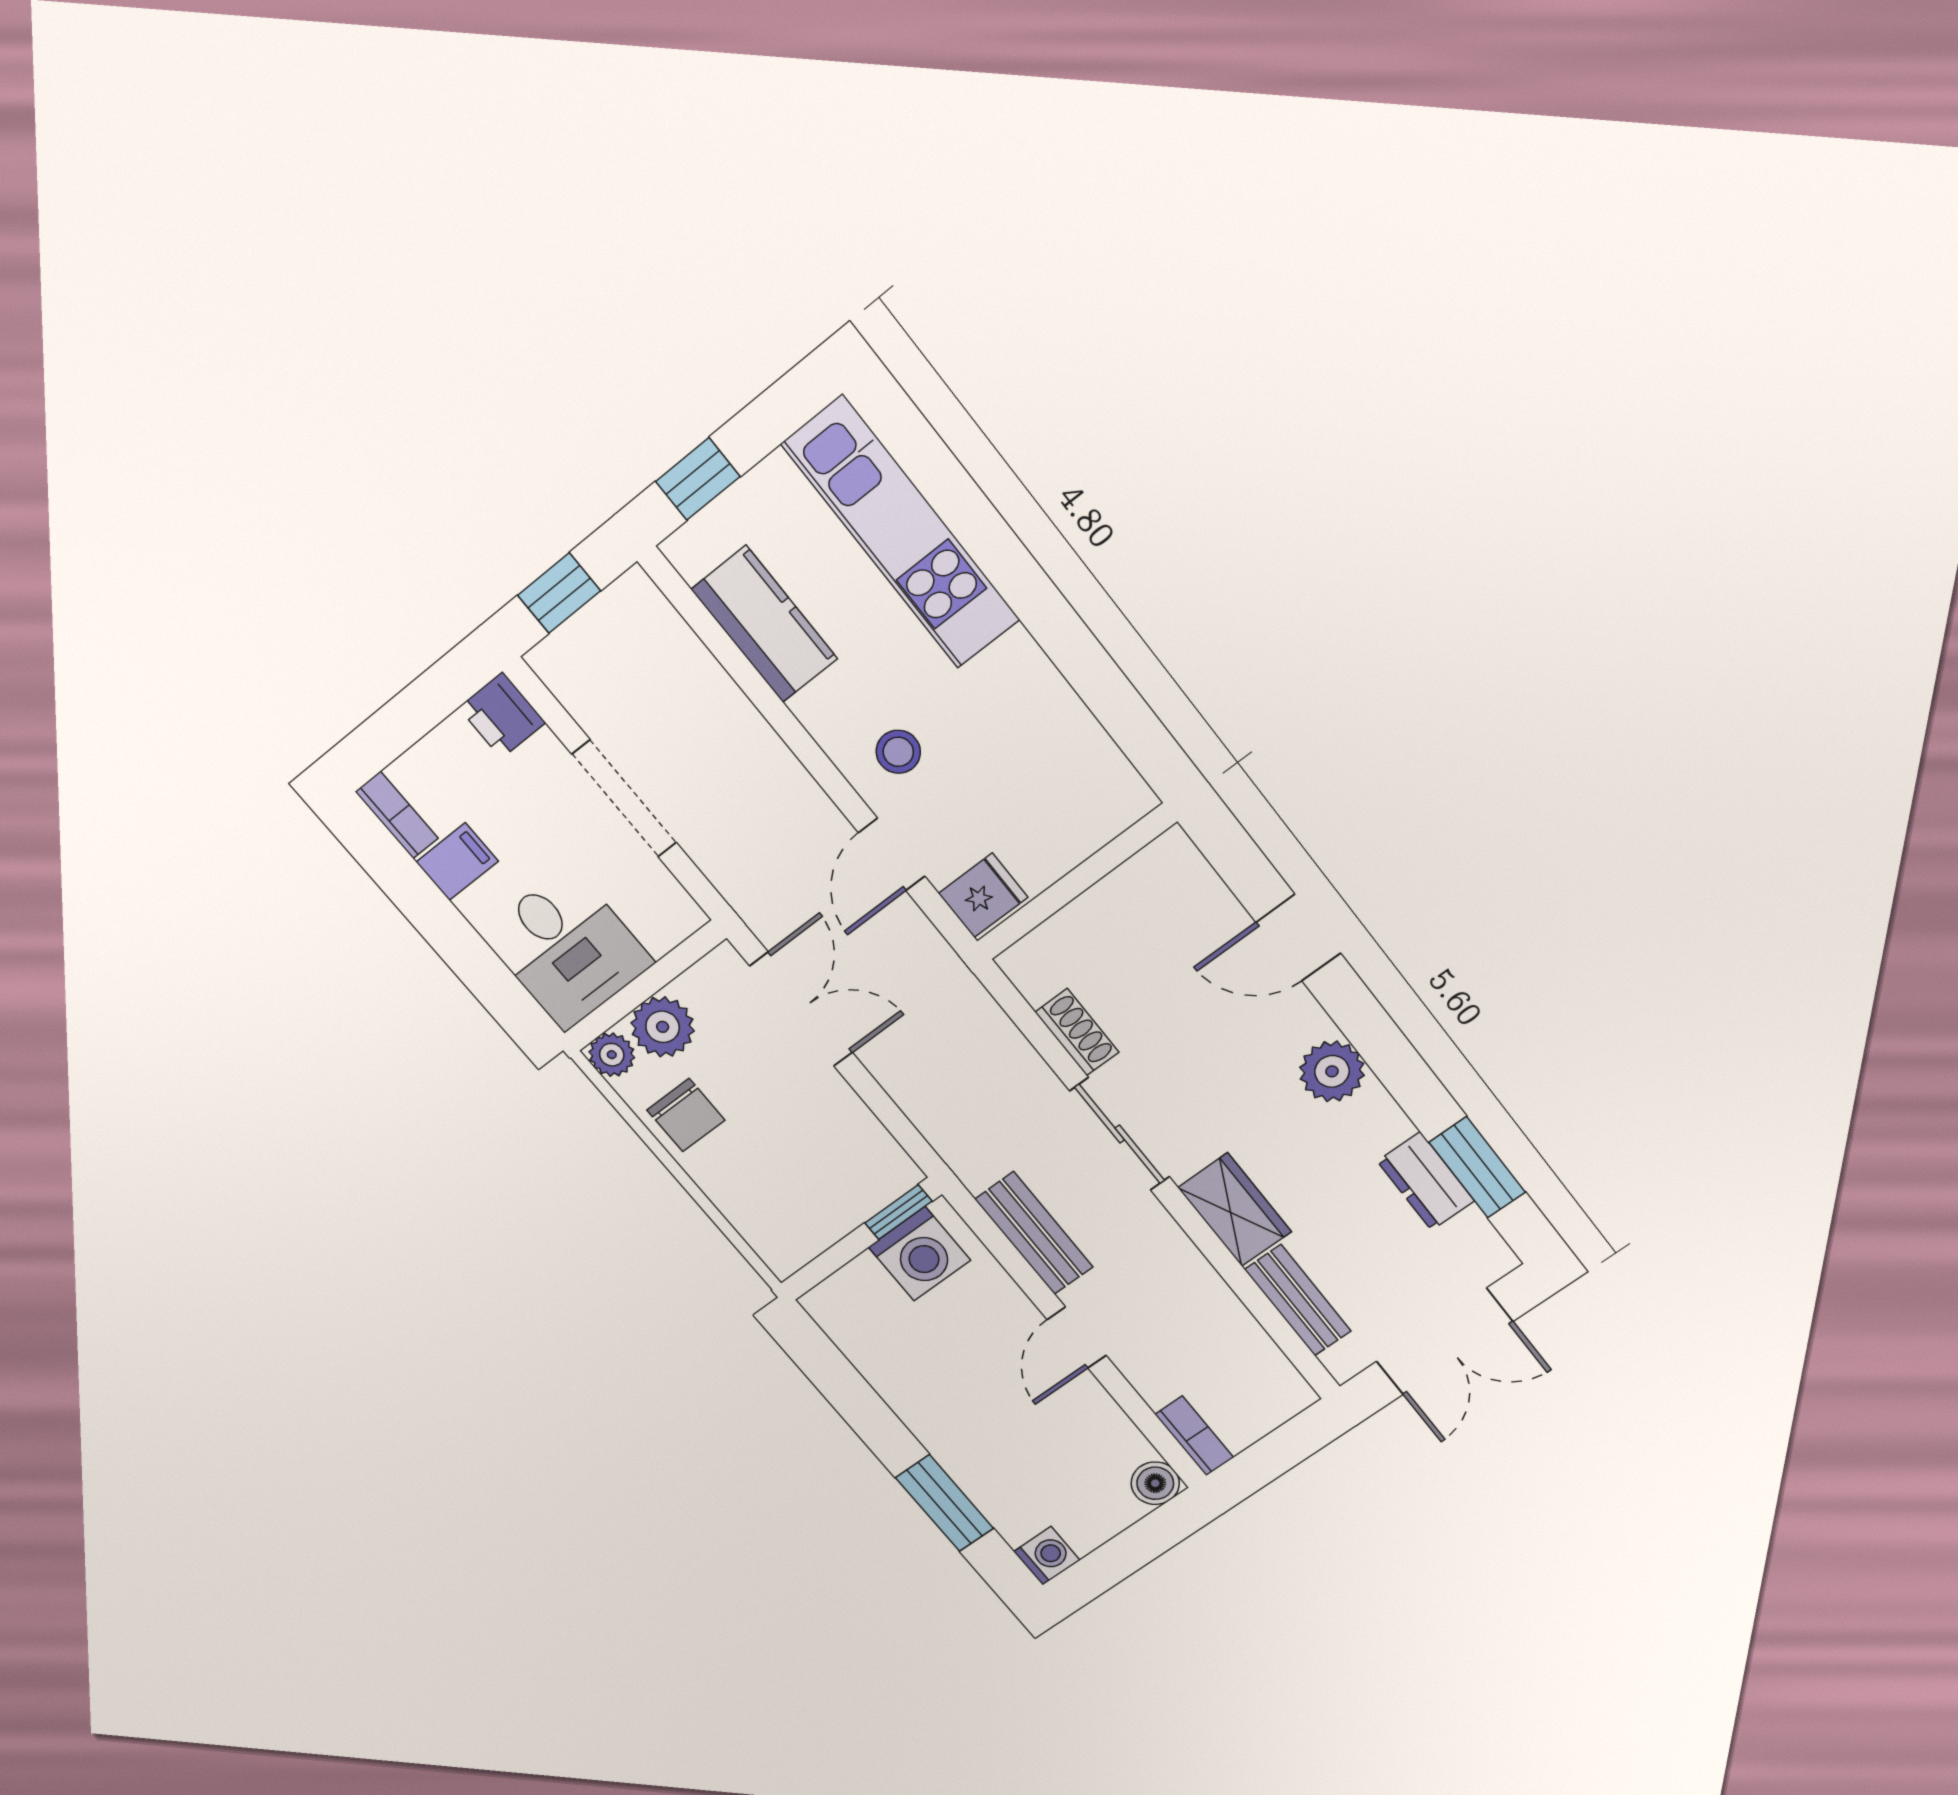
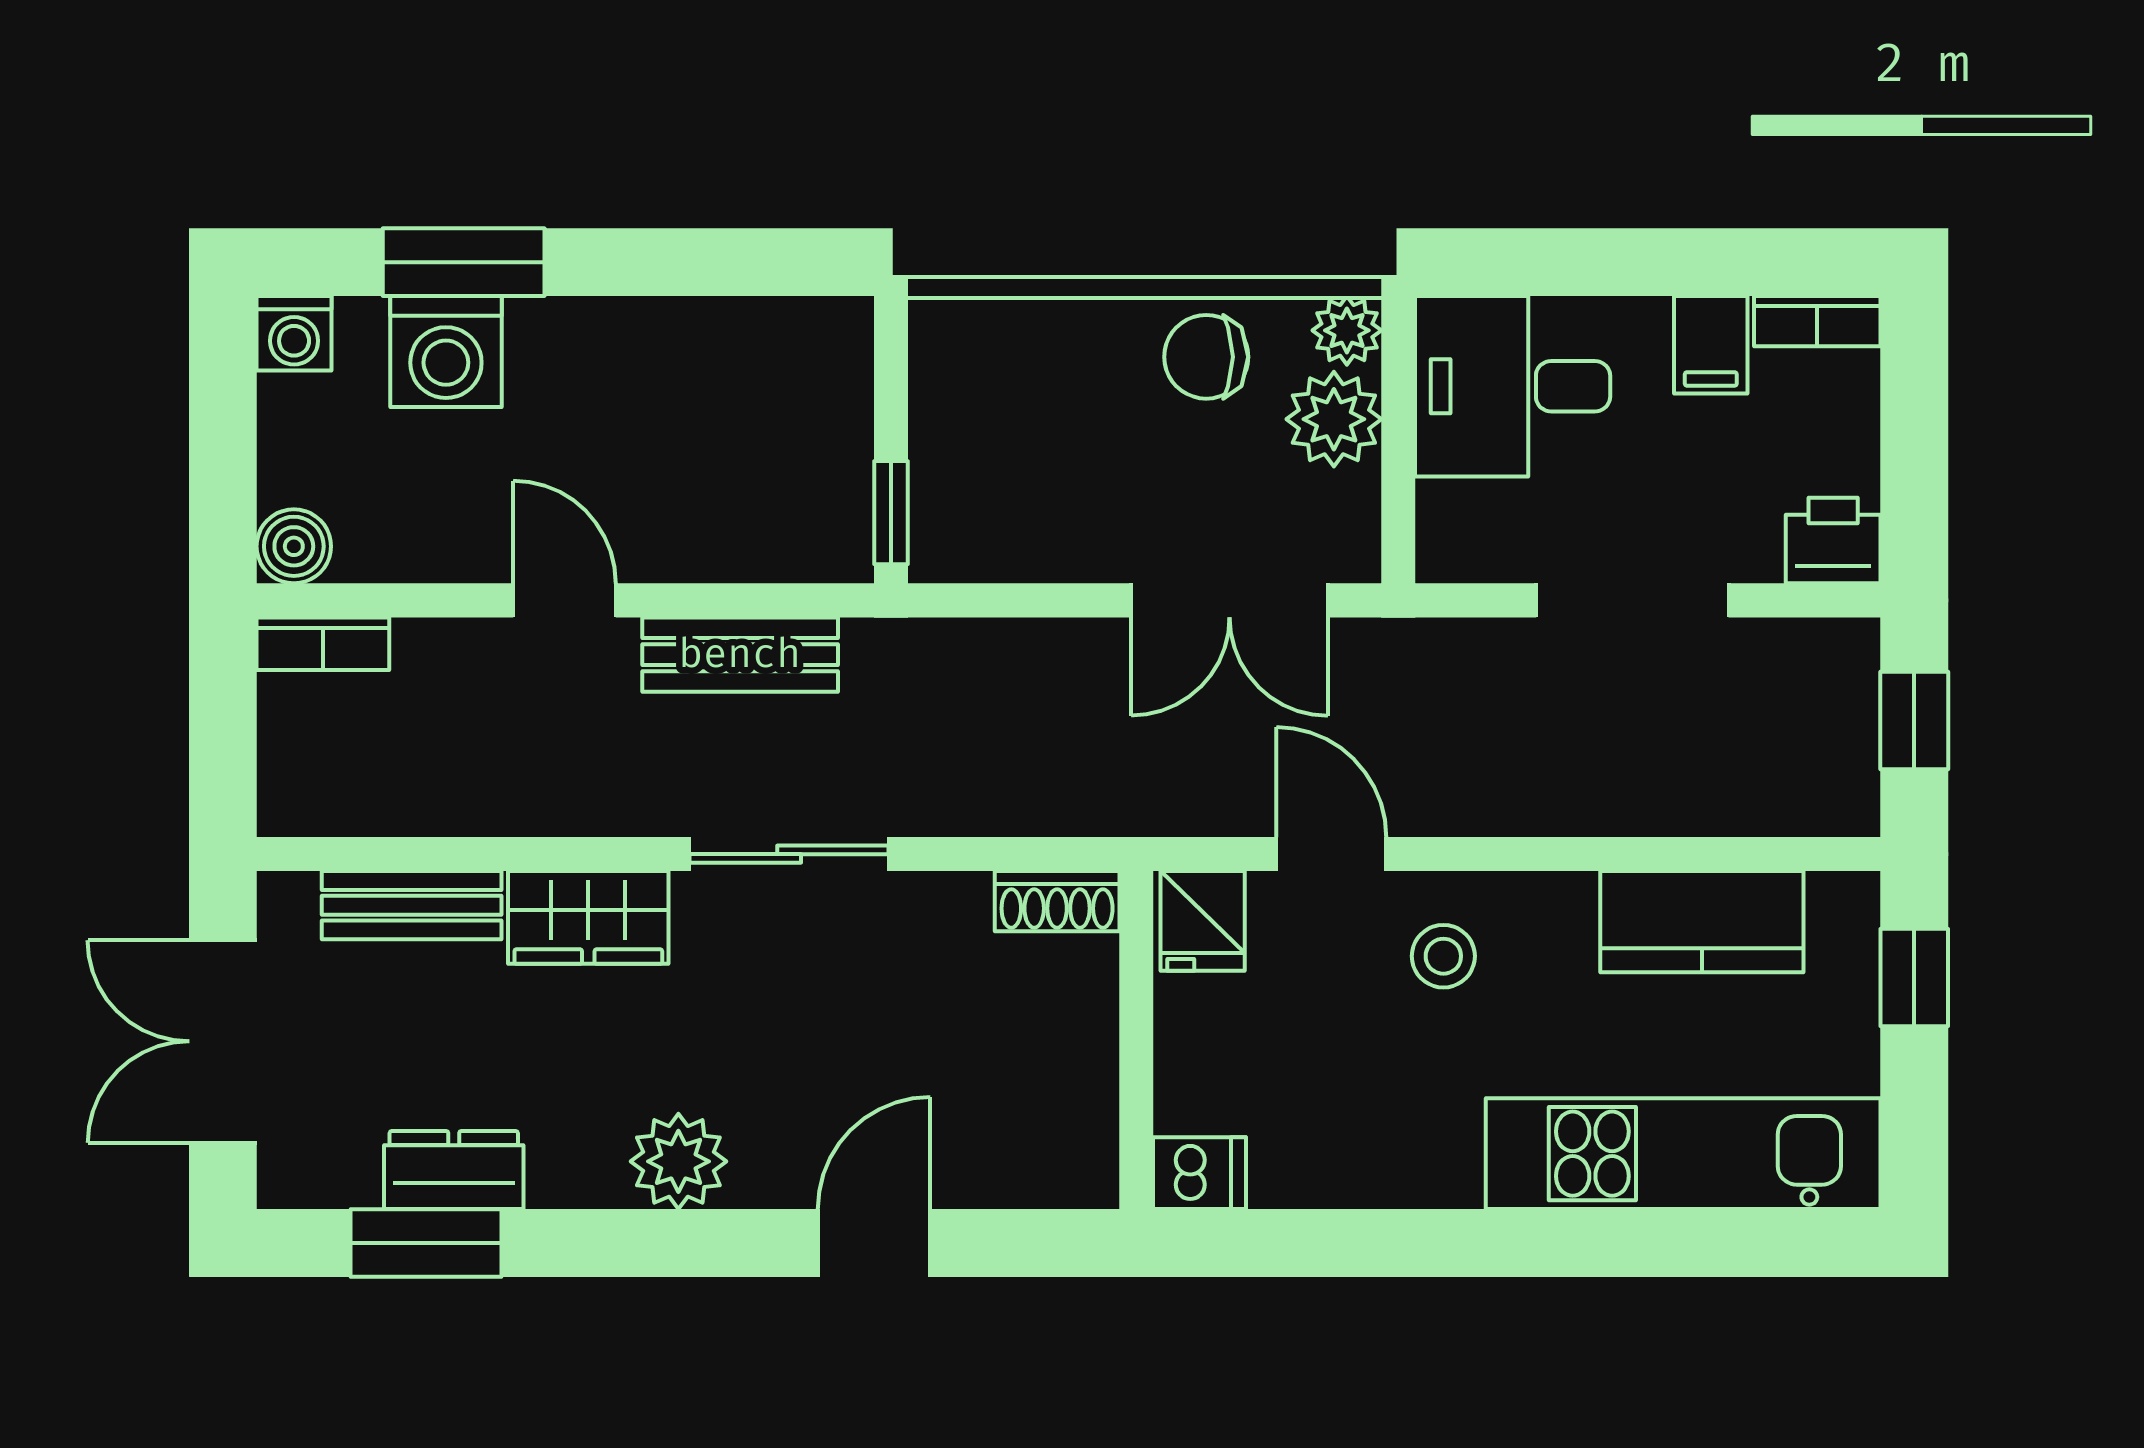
dishwasher: (1123, 793) -> (1200, 1173), added
shoe rack: (1077, 1032) -> (1057, 901), moved
washing machine: (919, 1254) -> (446, 352), moved, turned -90

